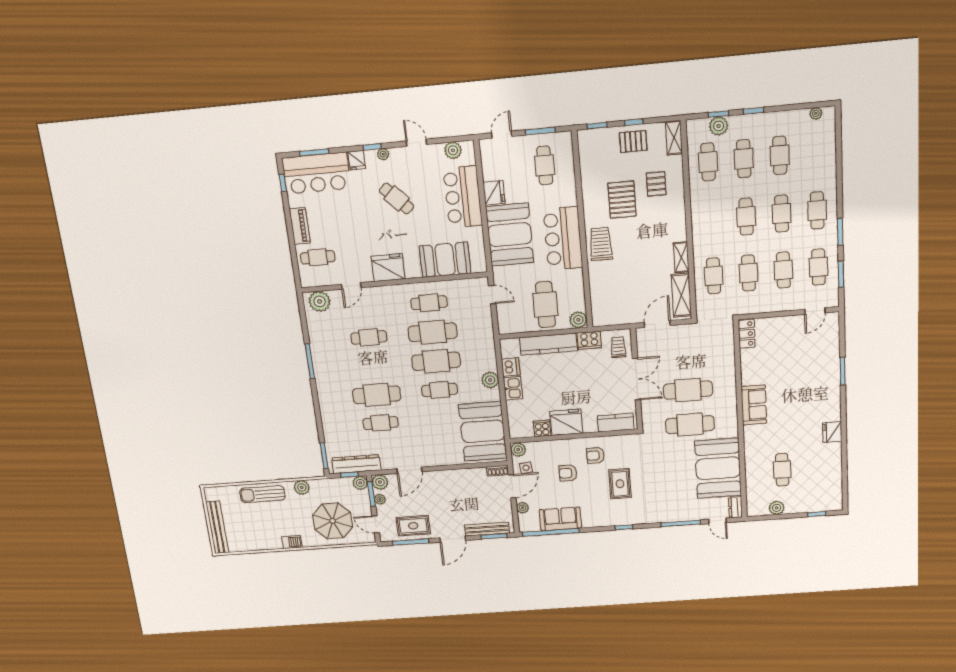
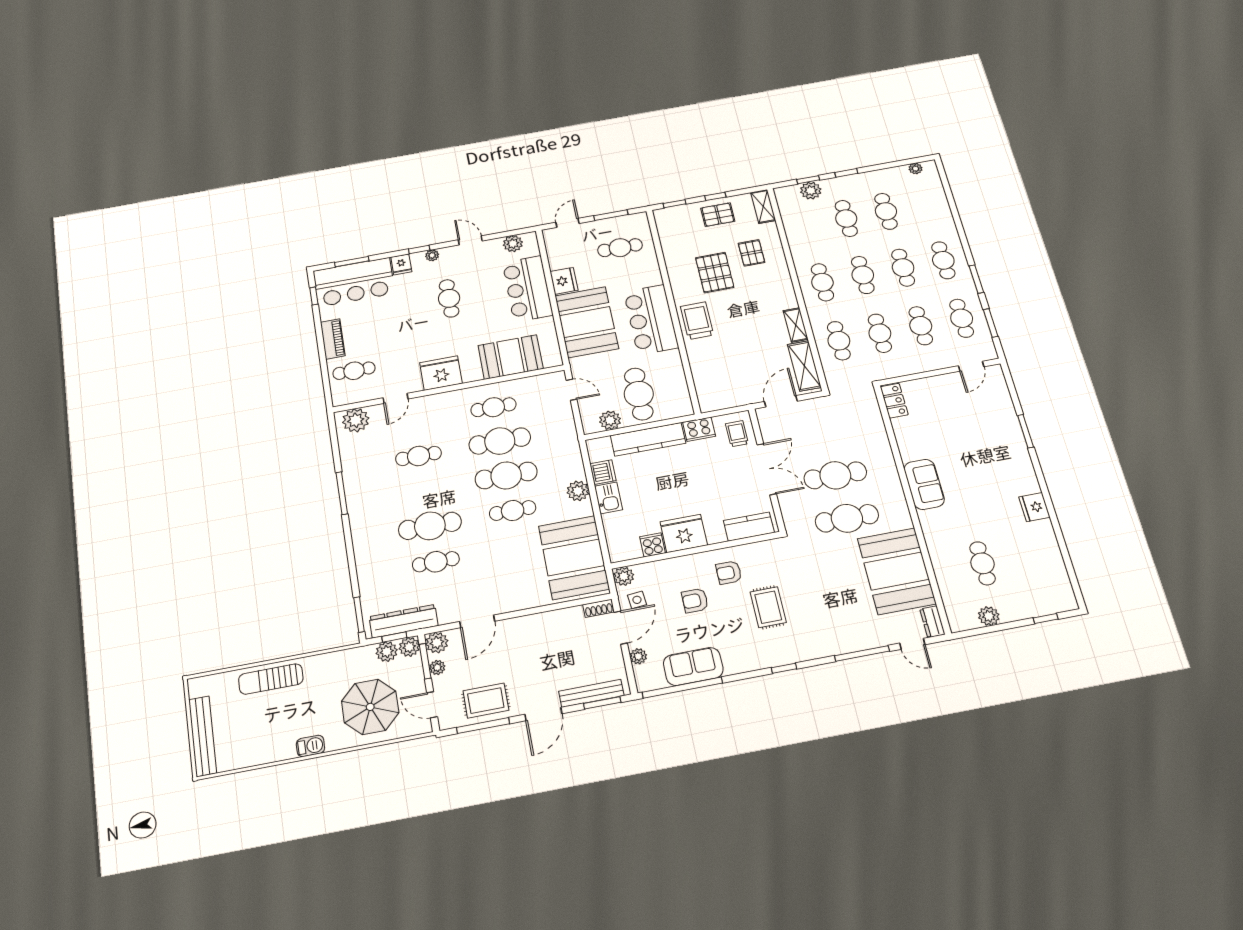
cafe table: (708, 162) -> (822, 282), moved
cafe table: (545, 165) -> (620, 248), turned 90
cafe table: (397, 199) -> (449, 298), turned 44
plant: (578, 320) -> (610, 420), moved
plant: (302, 487) -> (387, 652), moved

